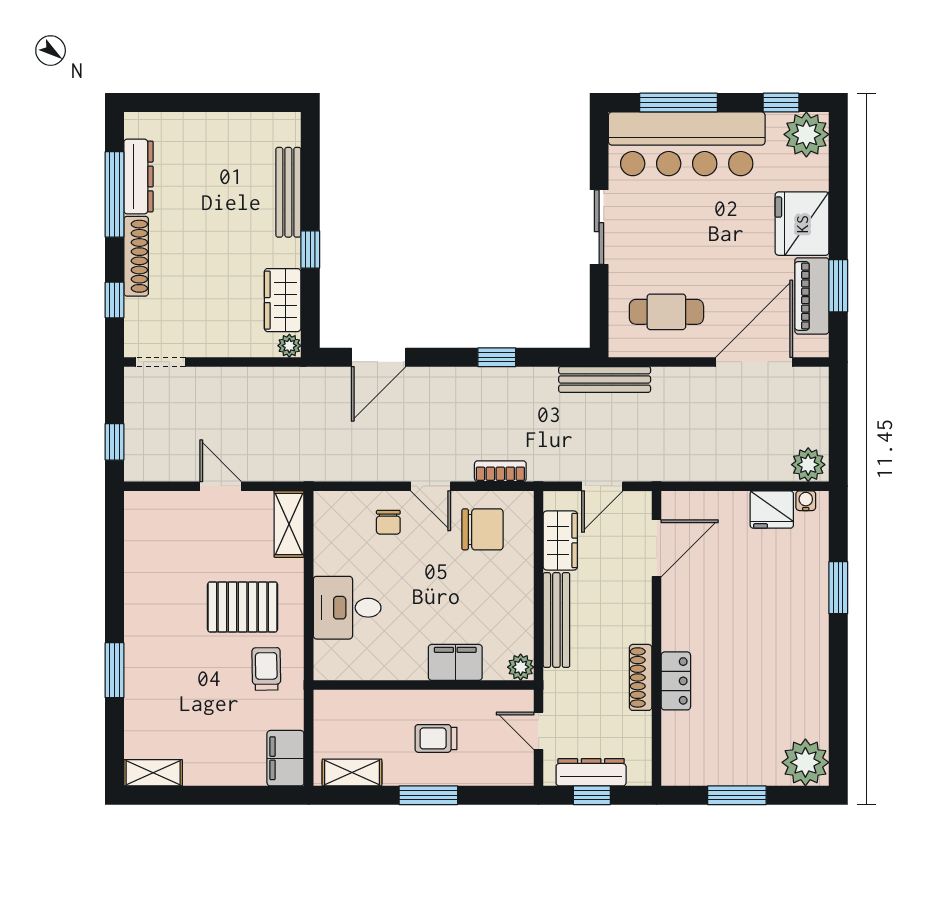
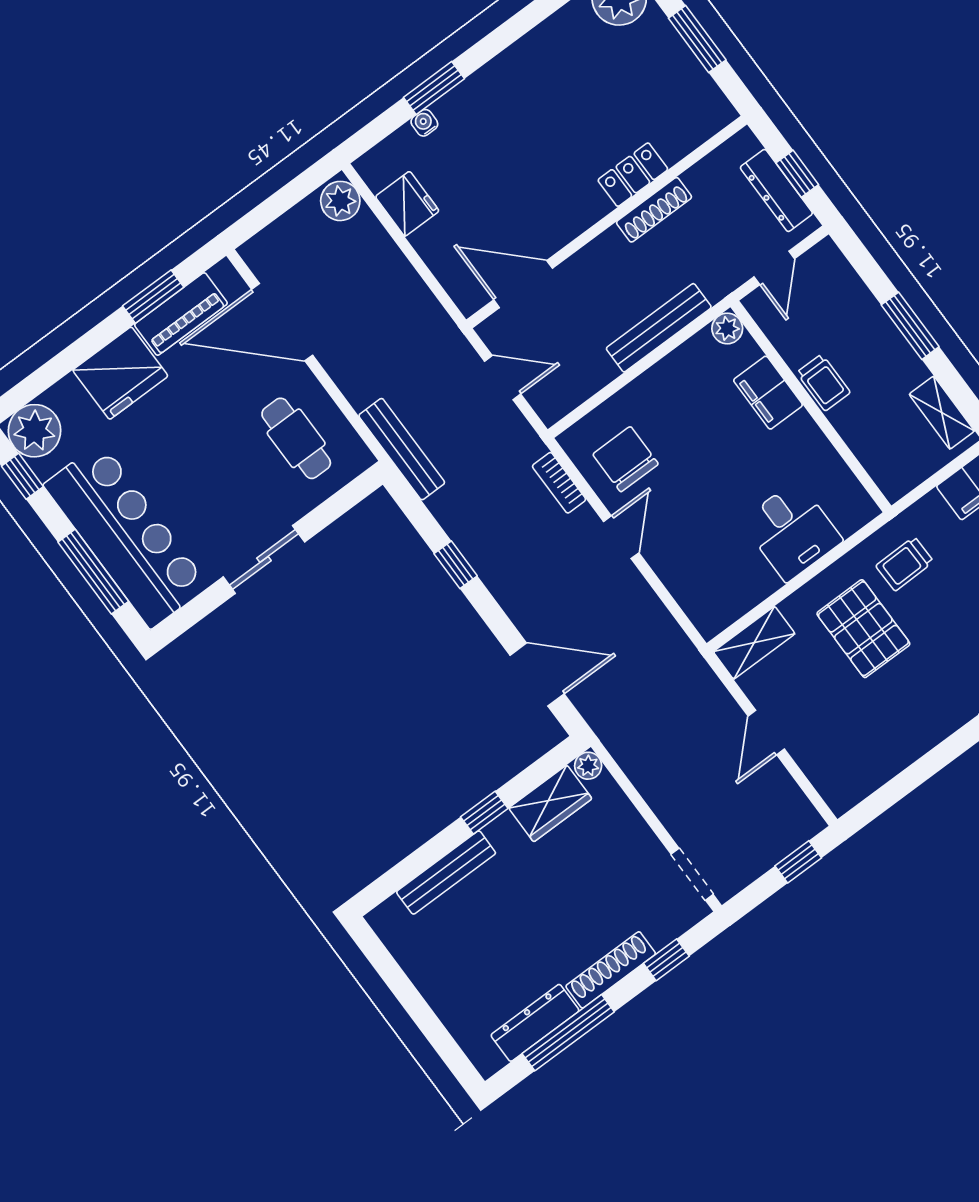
water cooler: (806, 501) -> (424, 123), moved, turned 90
chair: (388, 522) -> (684, 552), removed
wardrobe: (560, 540) -> (582, 379), removed
trolley: (436, 738) -> (824, 383), moved

